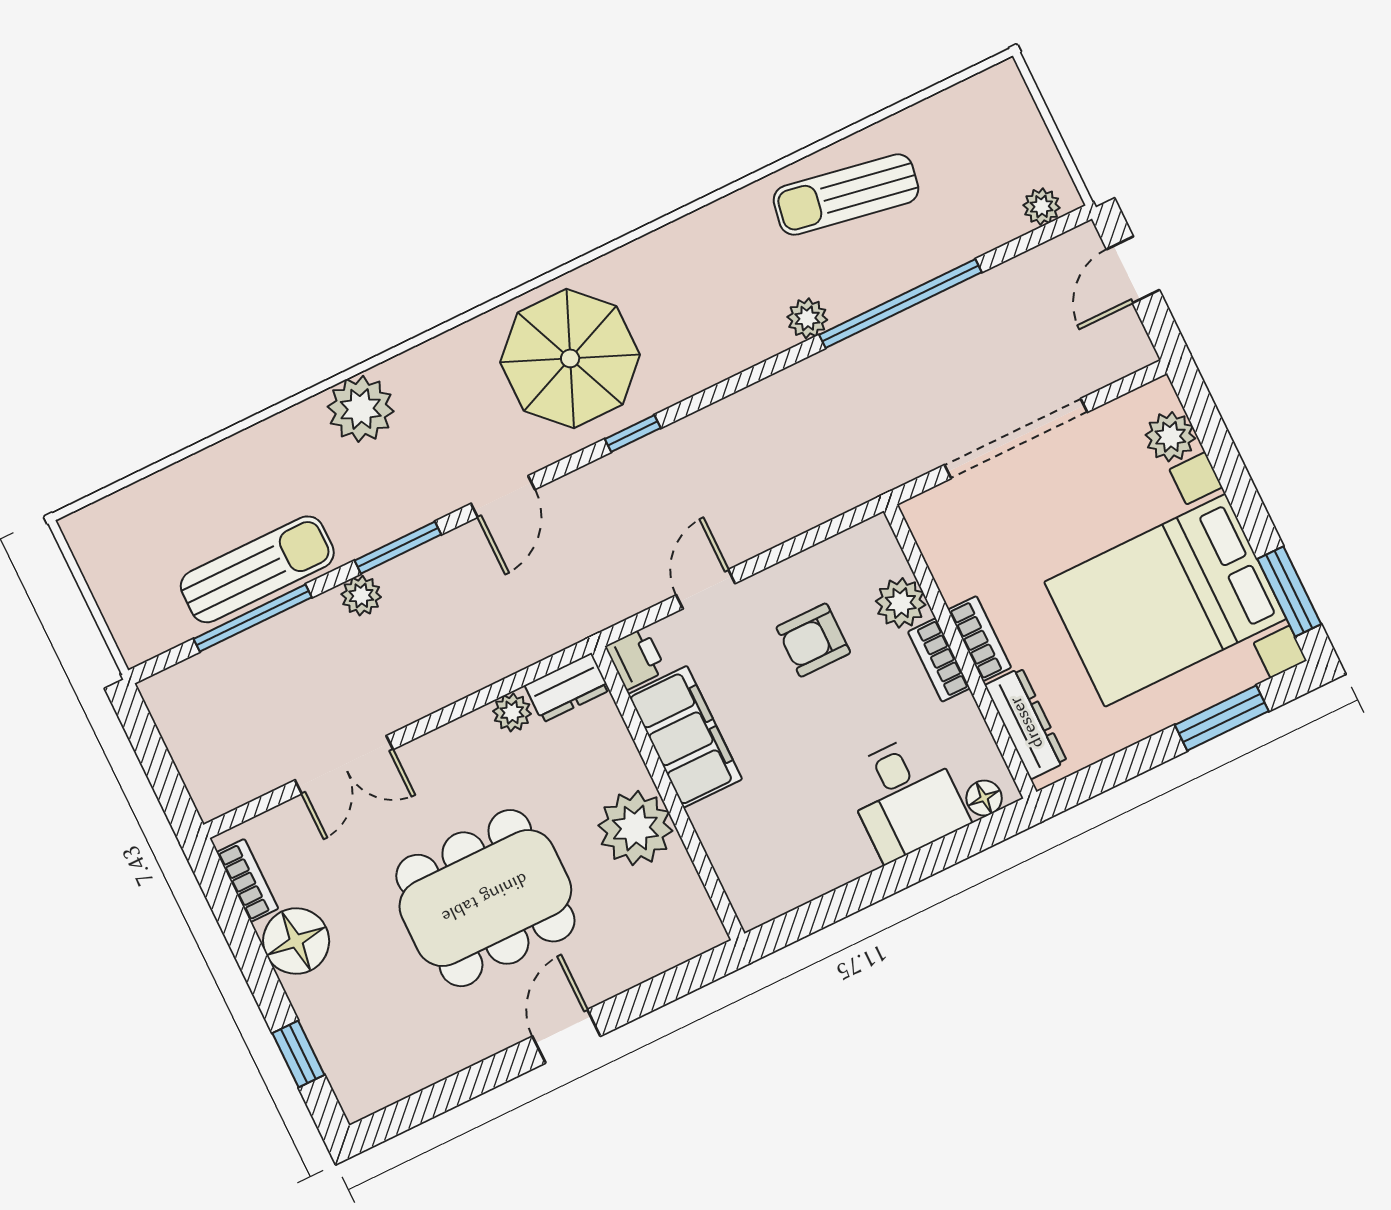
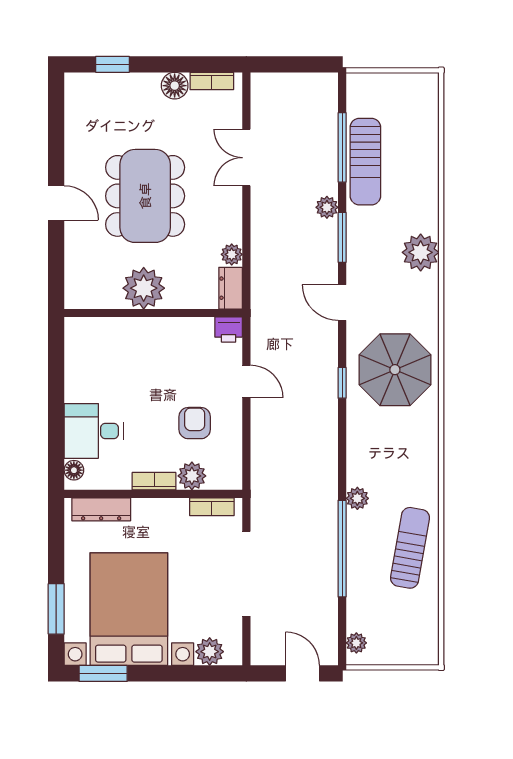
bookcase: (980, 639) -> (212, 507), moved
filing cabinet: (685, 737) -> (177, 335), removed
floor lamp: (296, 941) -> (175, 86), width x0.73, depth x0.73

